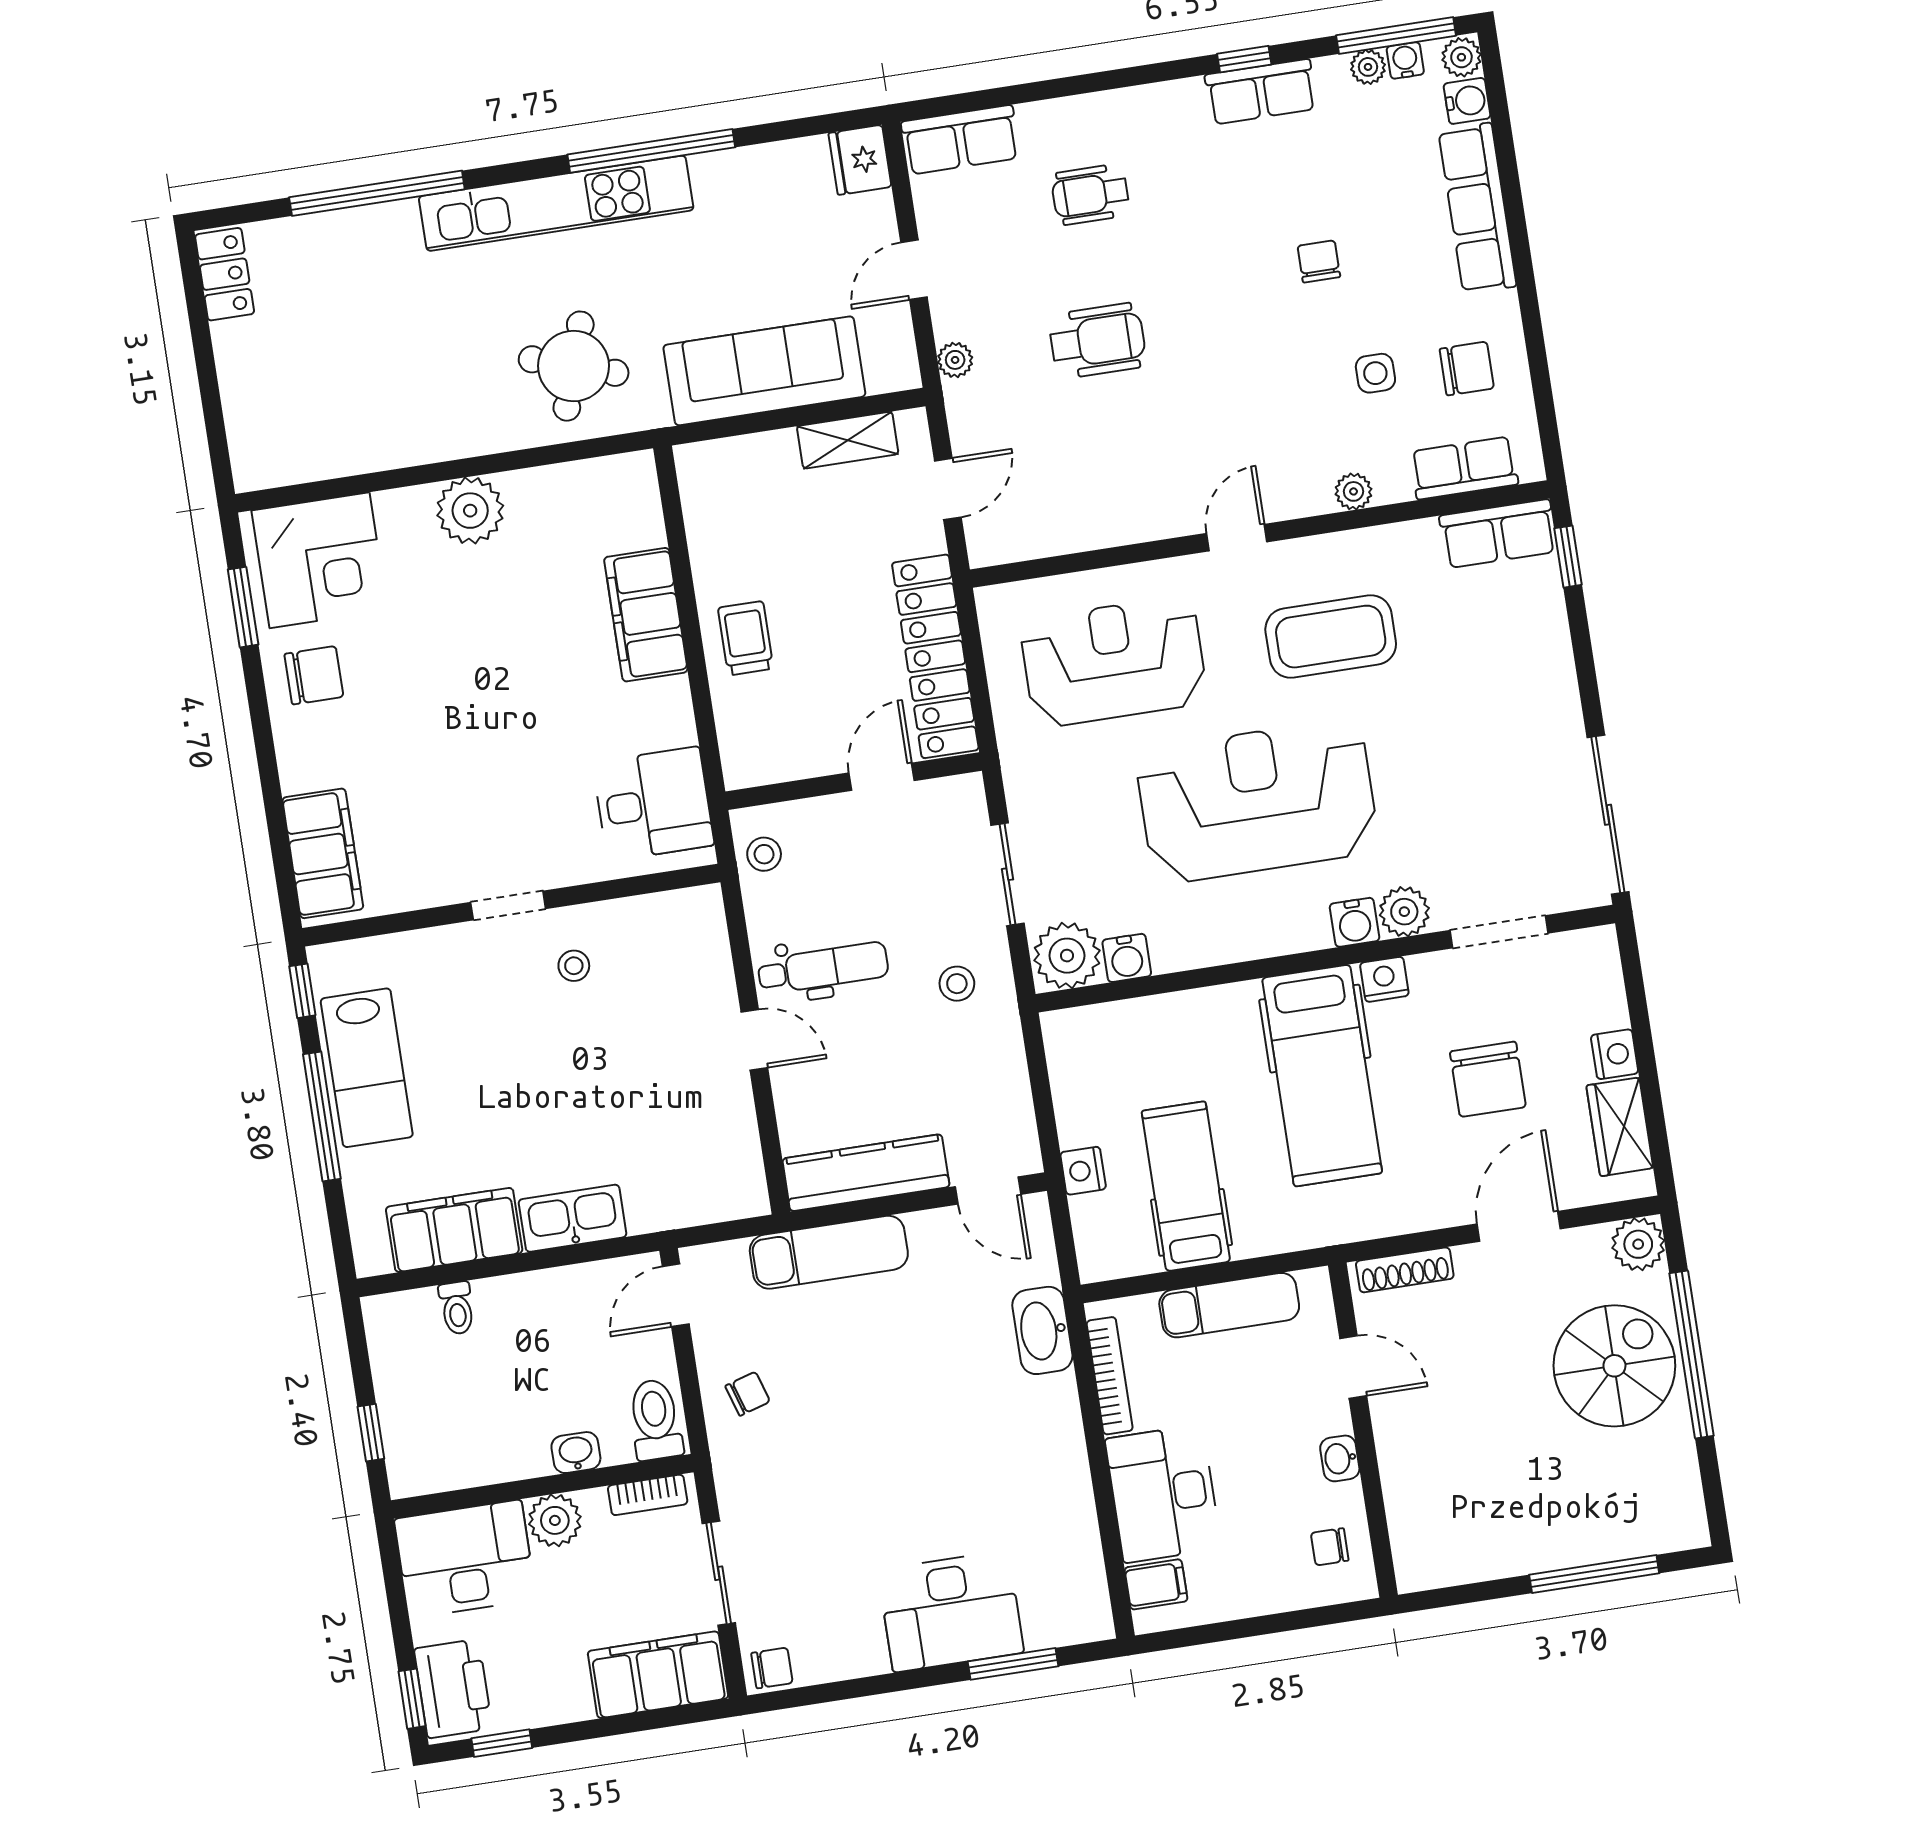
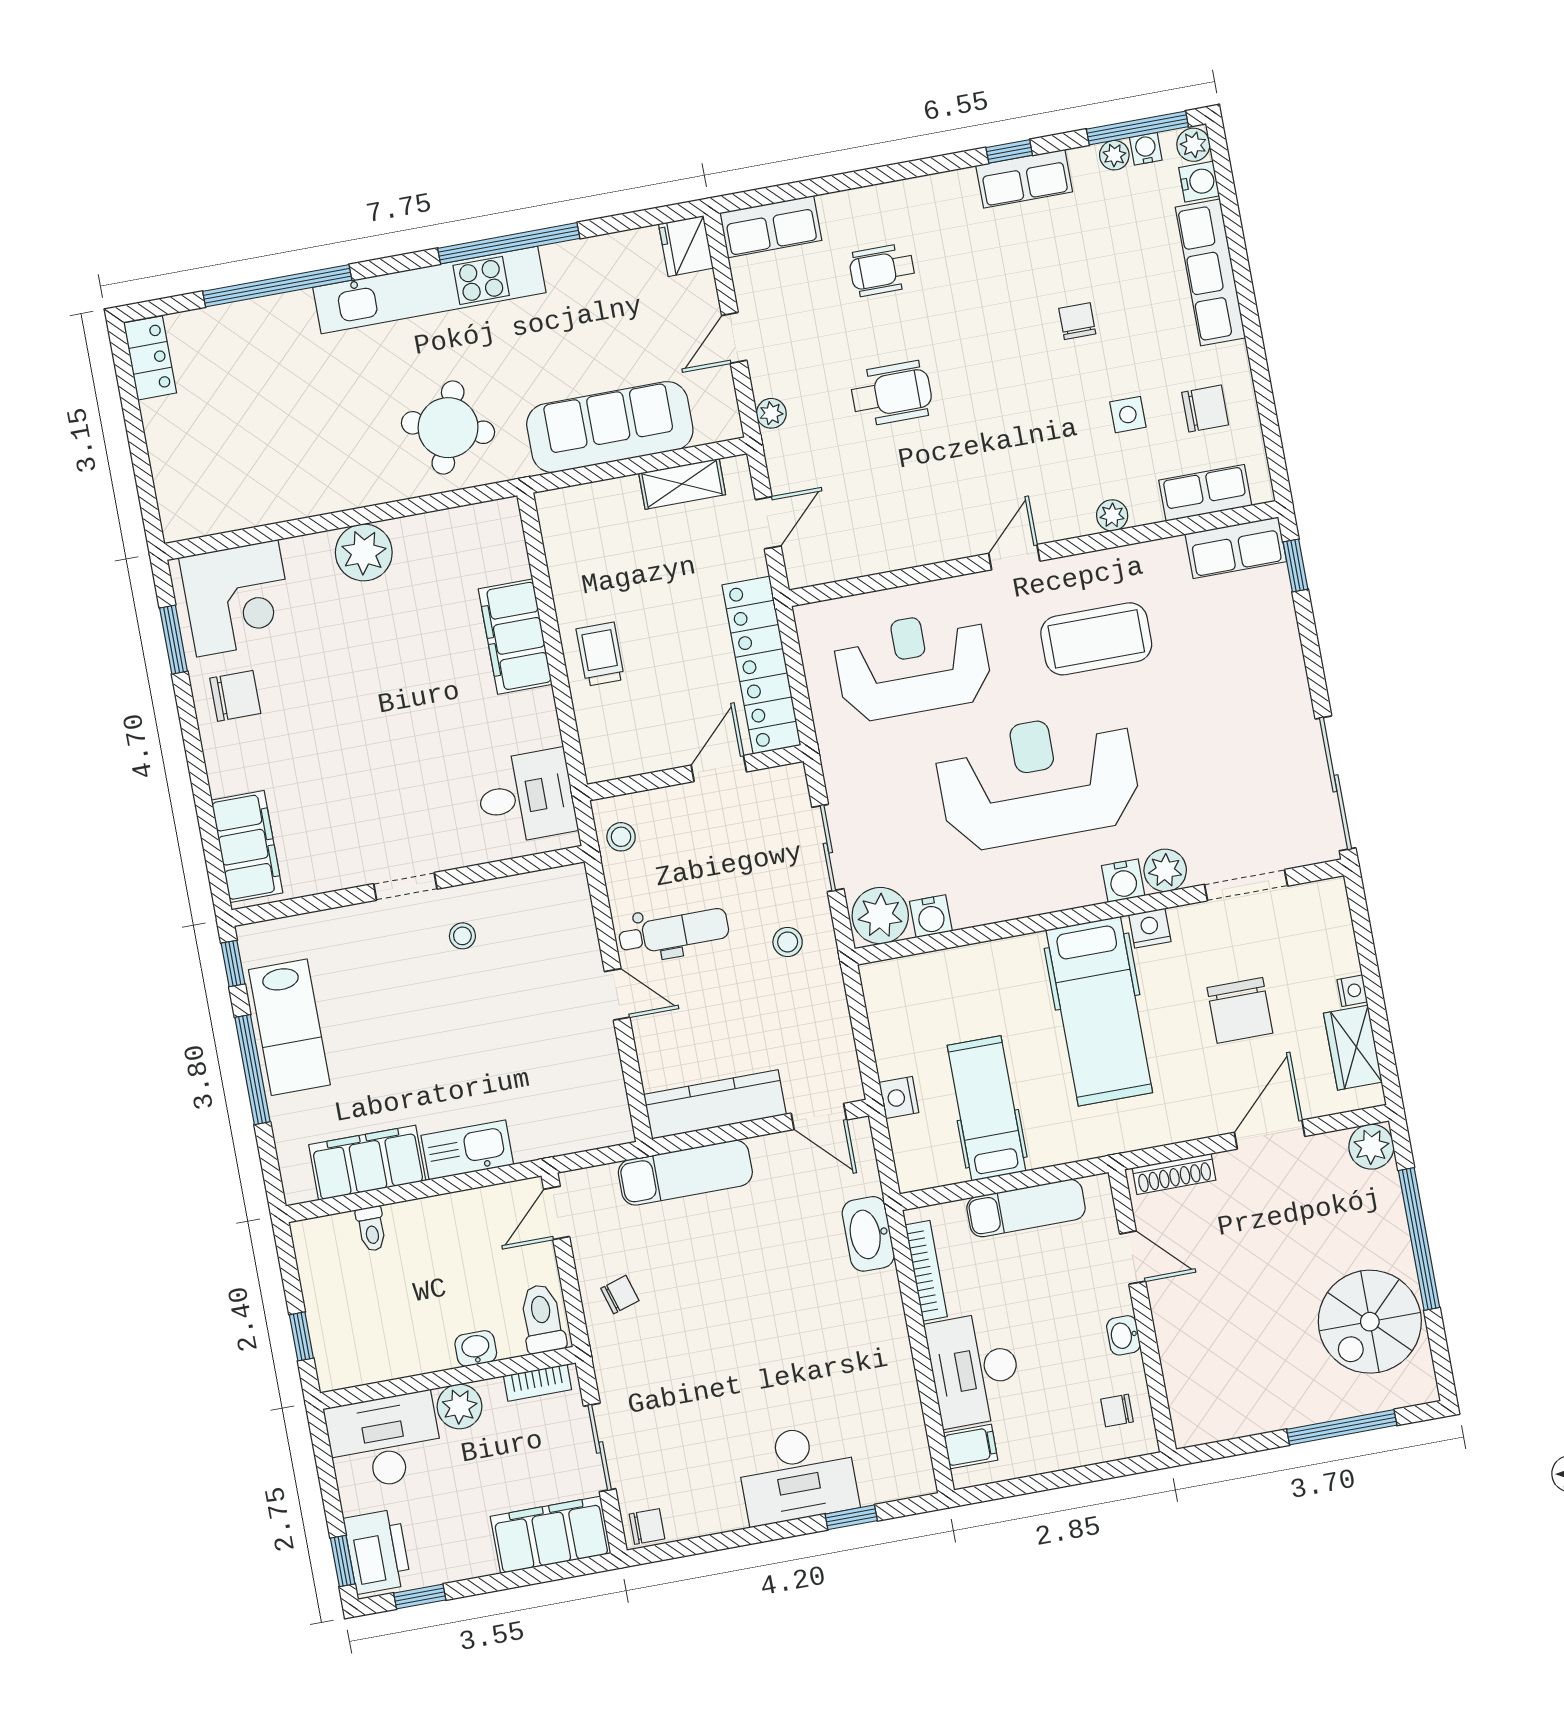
nightstand: (1615, 1054) -> (1352, 991), width x0.72, depth x0.74
spiral stairs: (1614, 1366) -> (1370, 1322), moved, turned 180
window: (1013, 1664) -> (851, 1517), width x0.67

